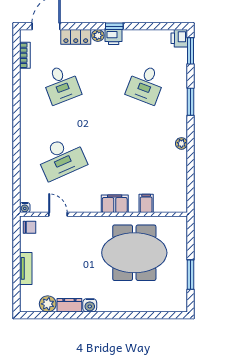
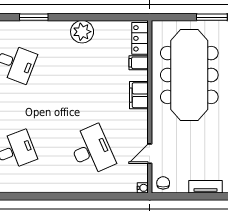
plant: (181, 143) -> (82, 32), width x1.88, depth x1.88
locker: (170, 205) -> (140, 38), added
meeting table: (134, 253) -> (189, 75), width x1.36

